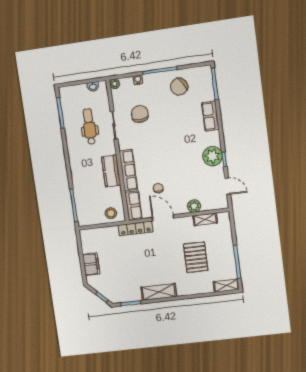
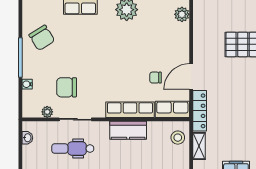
plant: (115, 84) -> (47, 112), moved
plant: (194, 206) -> (182, 14), moved
shelving: (205, 219) -> (199, 146), moved

